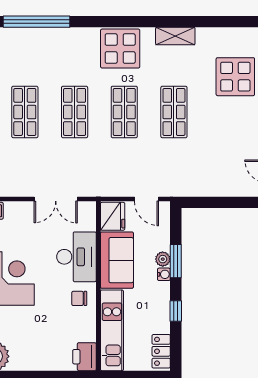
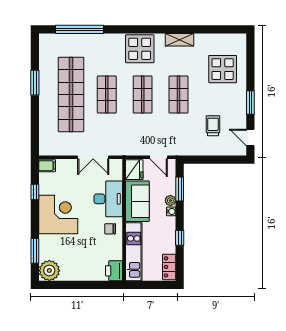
shop shelf: (25, 112) -> (71, 95), width x2.00, depth x1.36
trolley: (222, 155) -> (213, 126), added
window: (176, 261) -> (180, 189), moved

